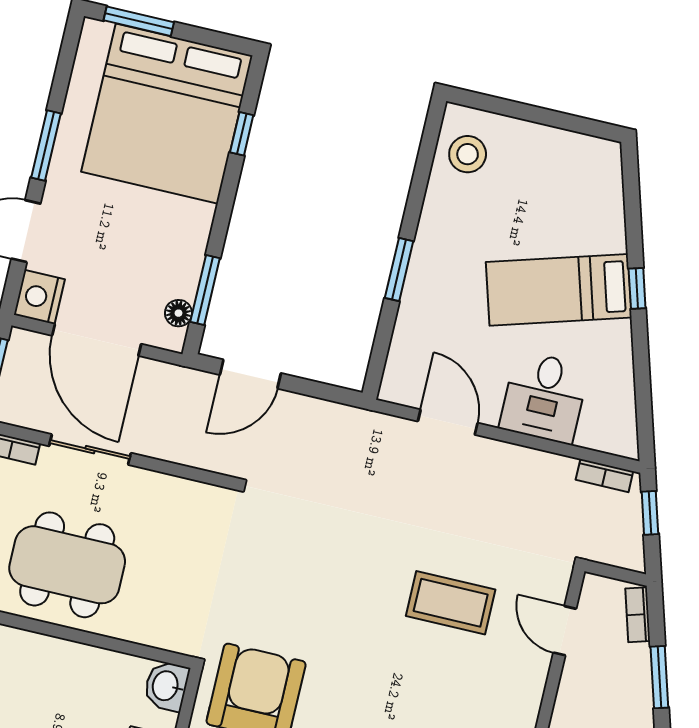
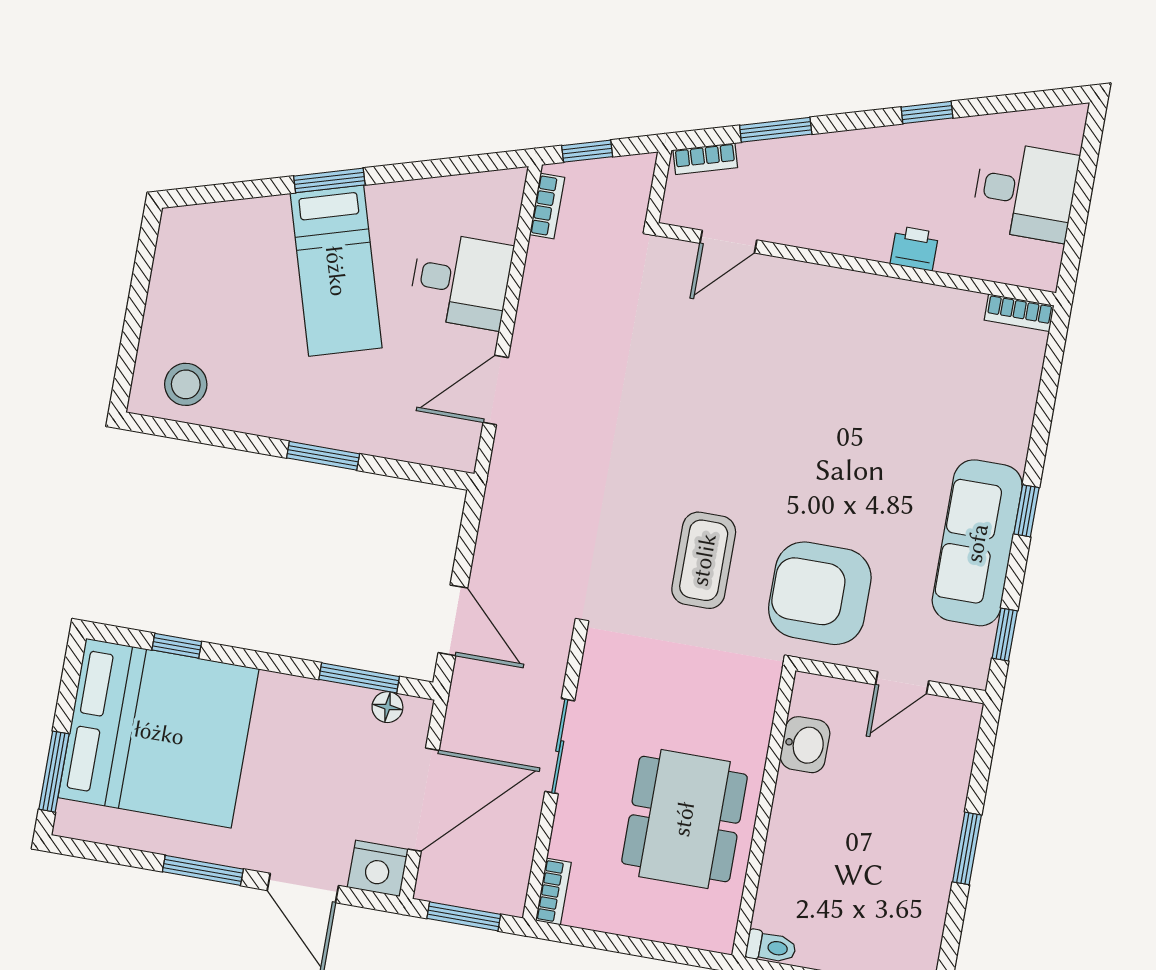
window: (637, 288) -> (329, 180), width x1.50
sliding door: (90, 450) -> (560, 746), moved
coffee table: (451, 603) -> (704, 560), moved
washbasin: (166, 686) -> (805, 745), moved, turned -90

